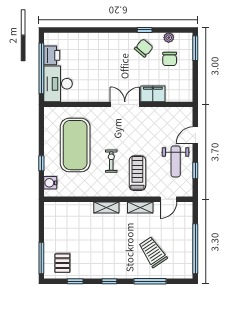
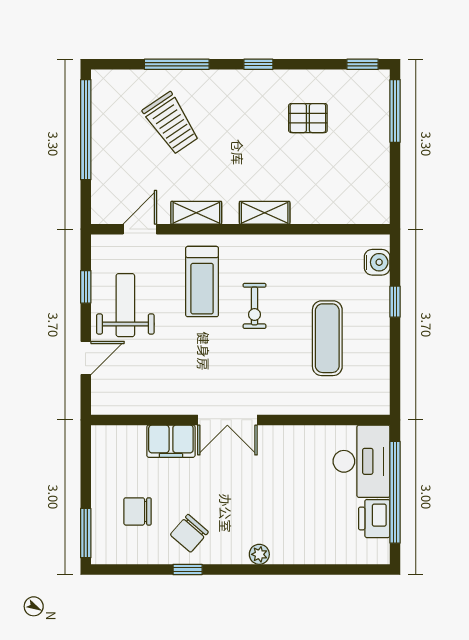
plant: (169, 38) -> (259, 554), moved
chair: (170, 59) -> (137, 511), turned -90
exercise mat: (75, 145) -> (327, 338), width x0.50, depth x0.69
pallet: (62, 263) -> (308, 118), moved, turned 90
window: (75, 281) -> (363, 64), moved

